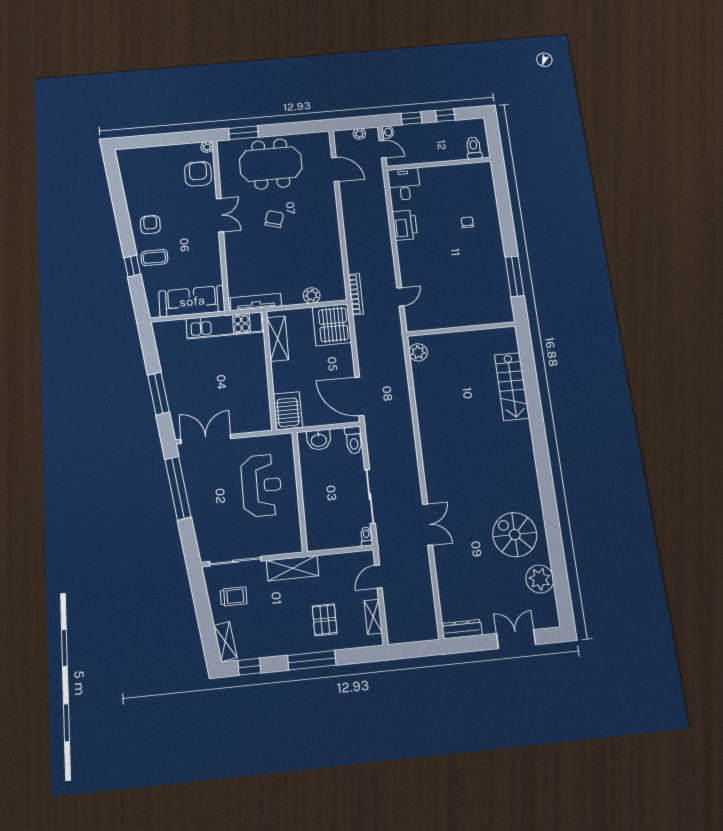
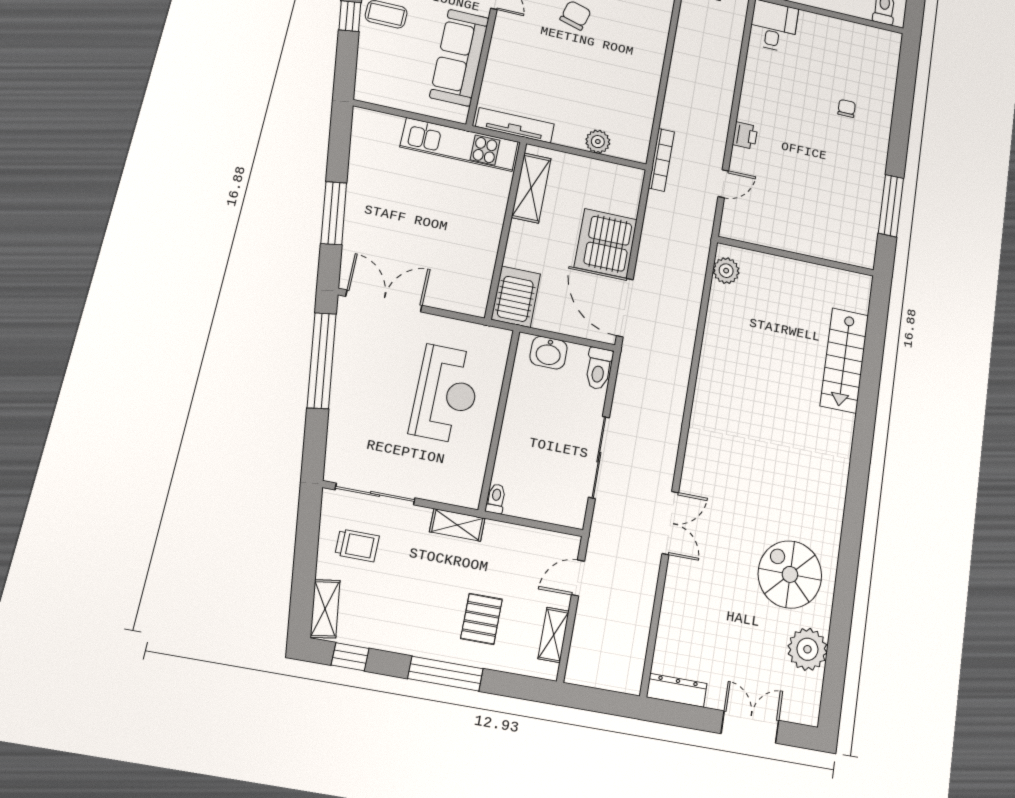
printer: (405, 225) -> (745, 136), moved, width x0.53, depth x0.68
sofa: (192, 301) -> (459, 58), moved, turned -90
server rack: (332, 325) -> (606, 243), moved
toilet: (366, 536) -> (496, 499), moved
shelving: (293, 568) -> (457, 525), width x0.67, depth x0.75

